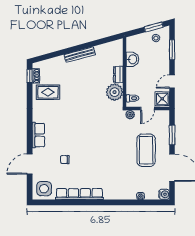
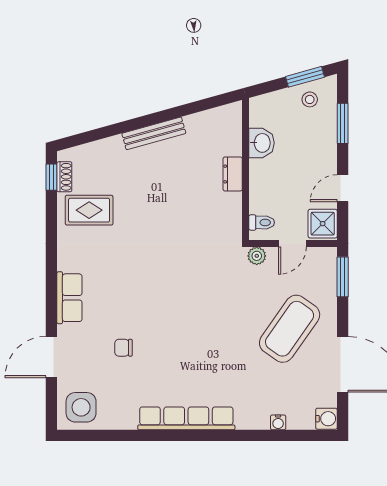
plant: (115, 92) -> (225, 210), removed
window: (172, 135) -> (343, 277), moved
coffee table: (146, 150) -> (290, 329), turned 35
row of seats: (79, 194) -> (186, 418), moved

